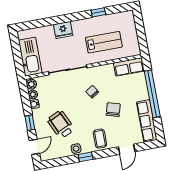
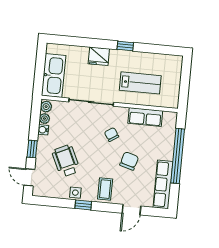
window: (98, 12) -> (125, 46), moved
row of seats: (129, 67) -> (145, 117), moved
door: (34, 147) -> (29, 177), swing flipped

